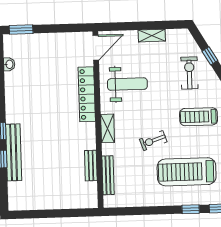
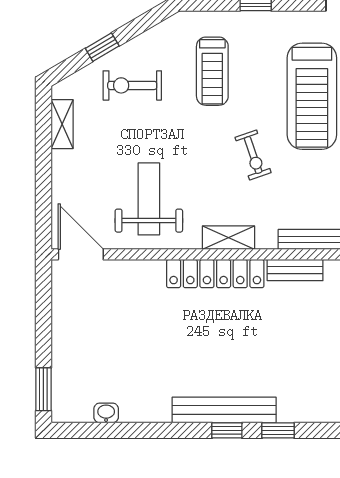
shelving: (152, 36) -> (62, 124), moved
locker: (87, 94) -> (215, 274), moved
bench: (14, 152) -> (224, 410), moved

